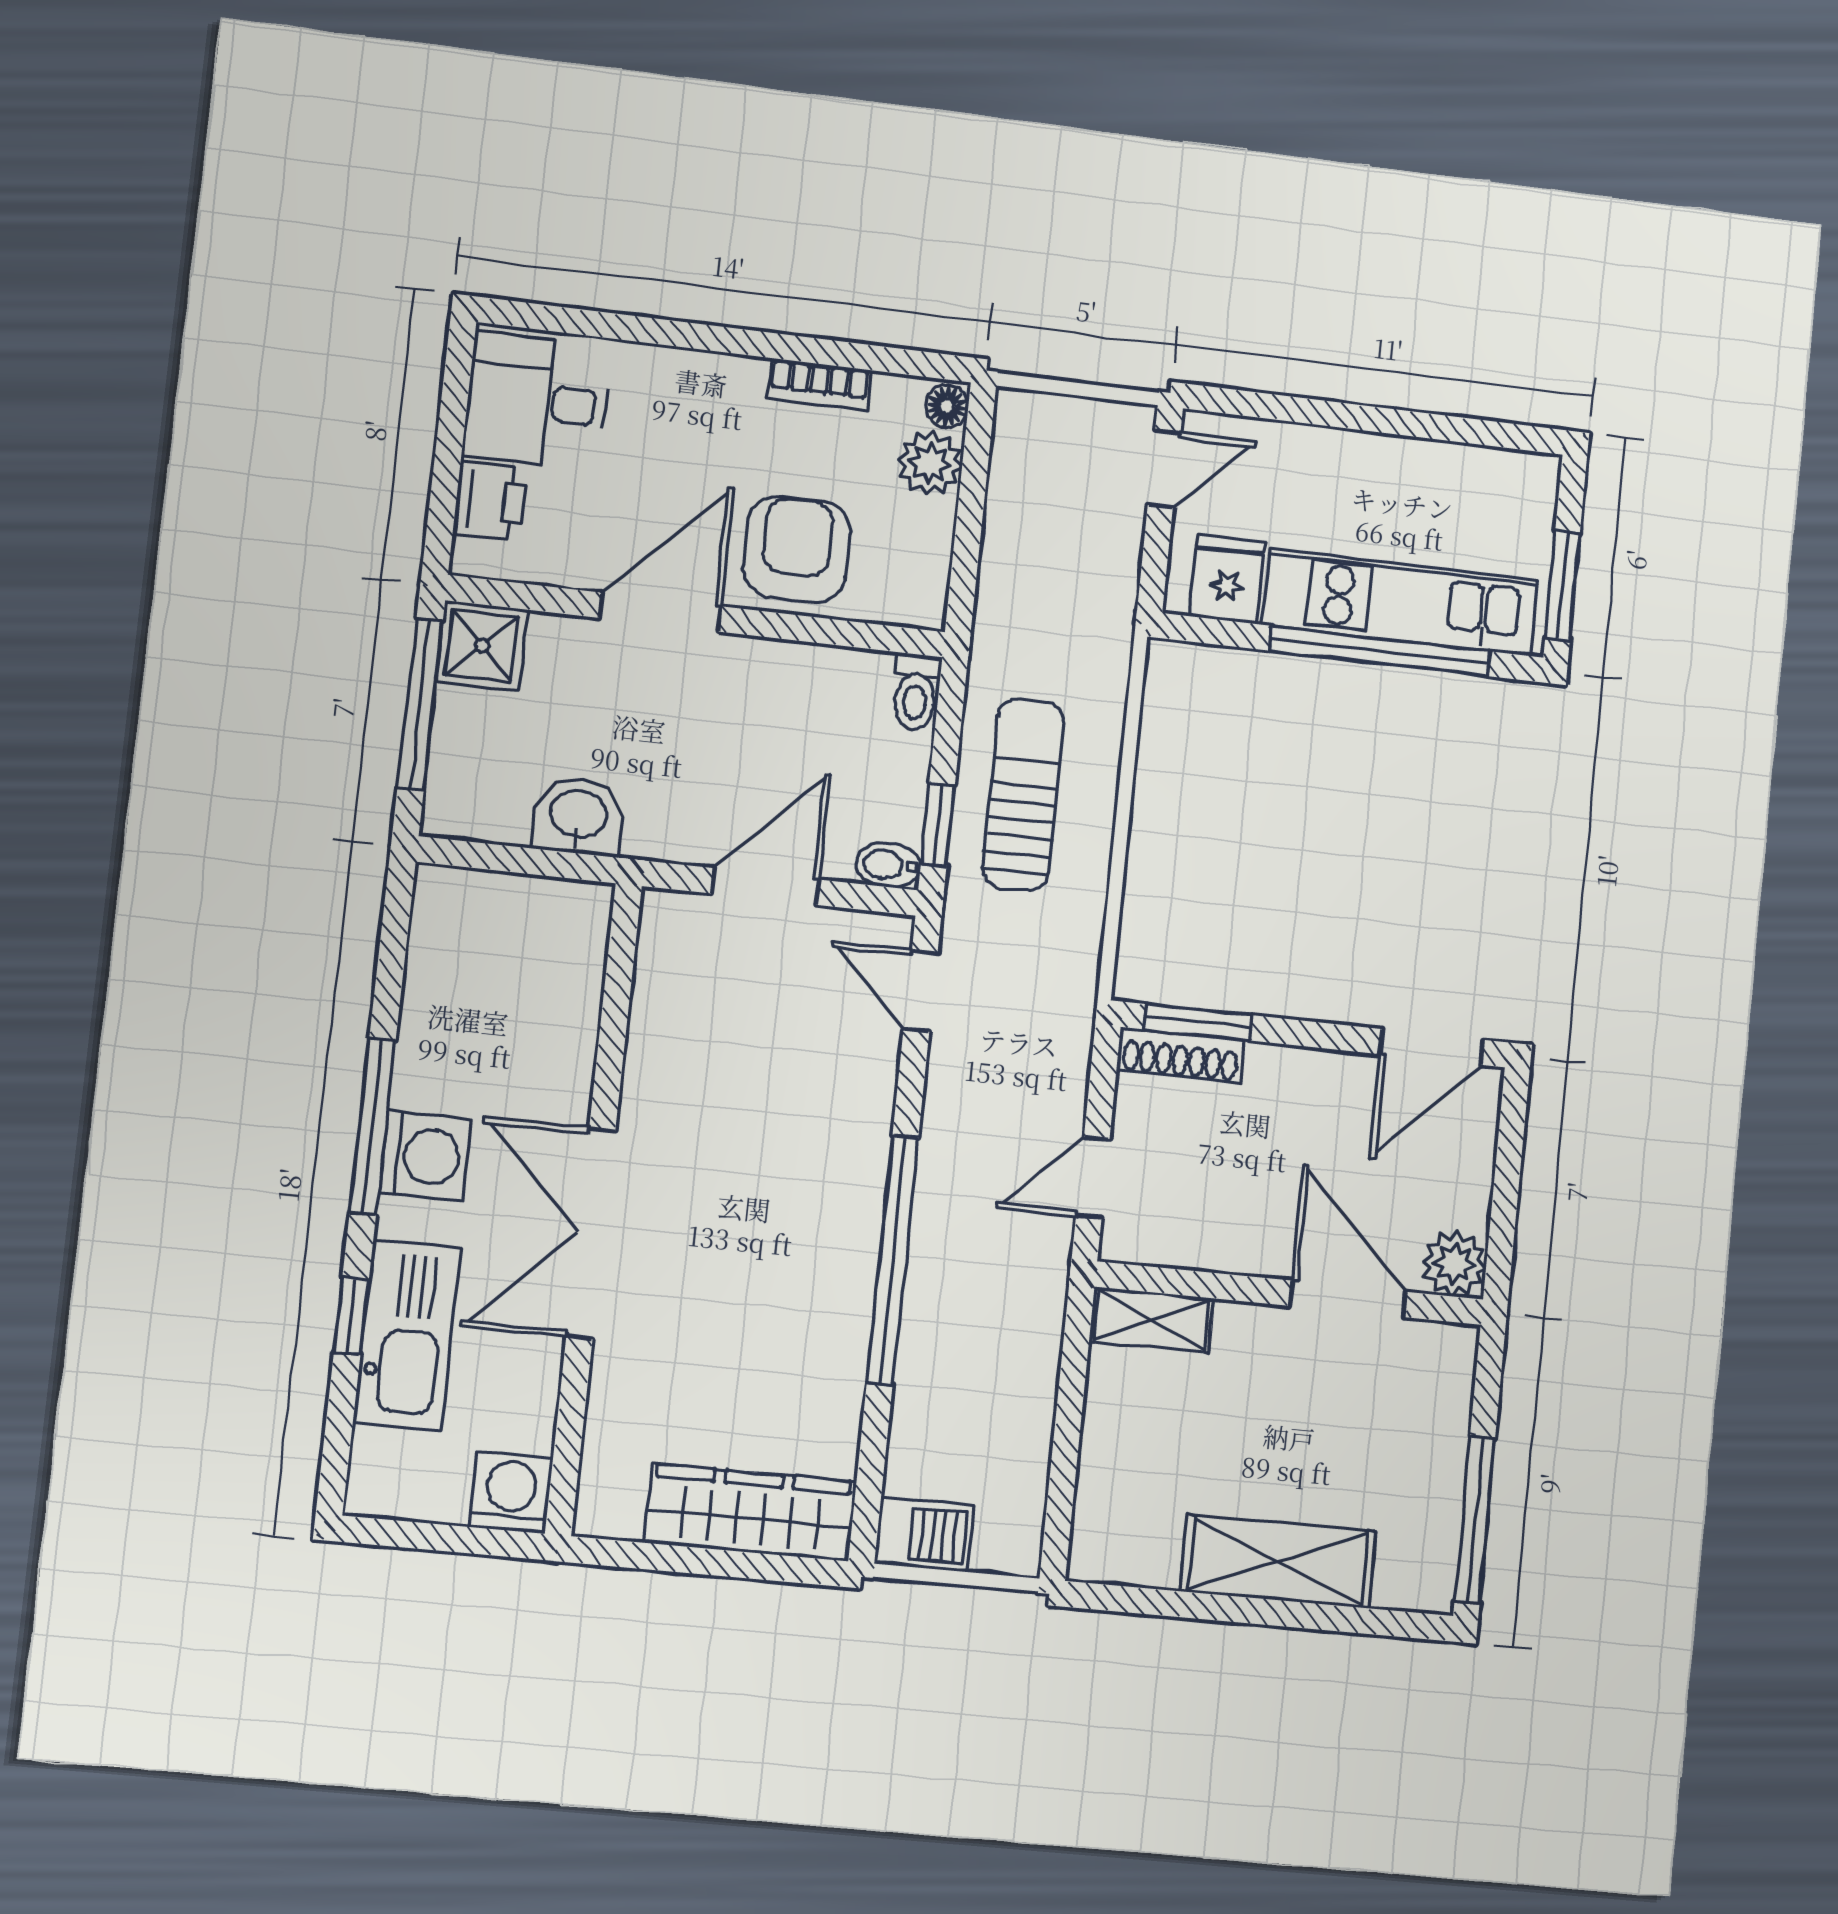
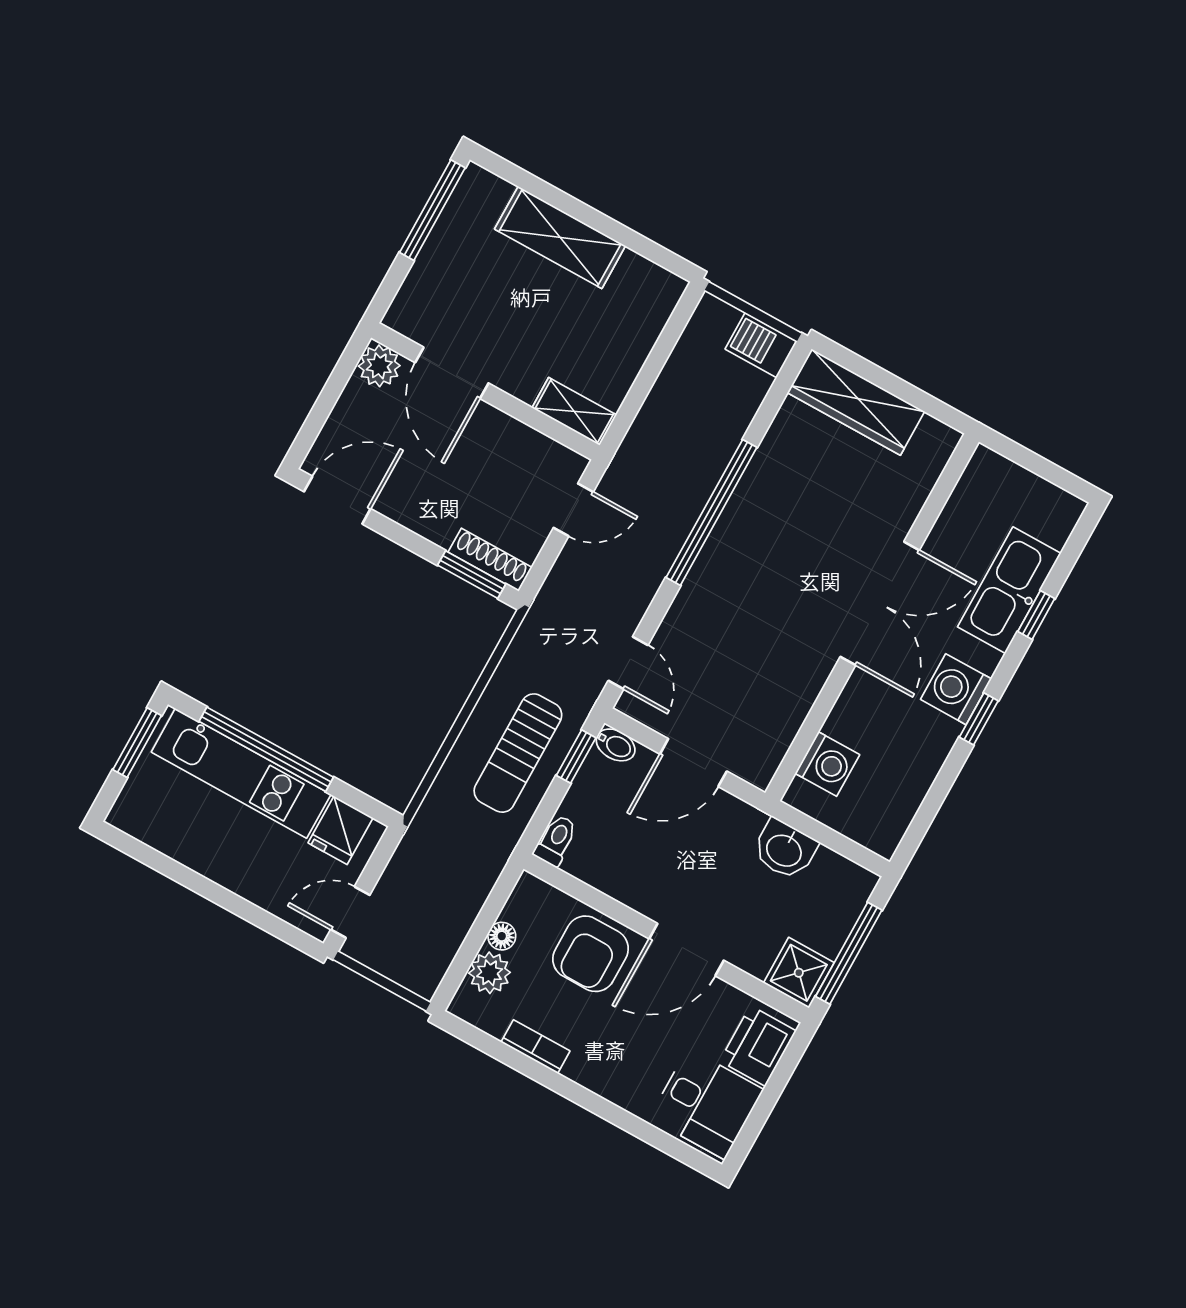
floor lamp: (947, 406) -> (502, 936), moved
printer: (490, 501) -> (758, 1046), width x1.36, depth x1.24
window: (373, 1127) -> (979, 719), width x0.46
washing machine: (511, 1492) -> (827, 764), moved, turned -90

